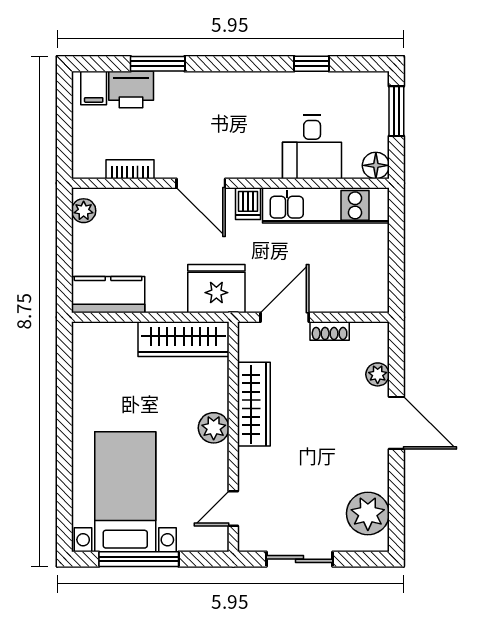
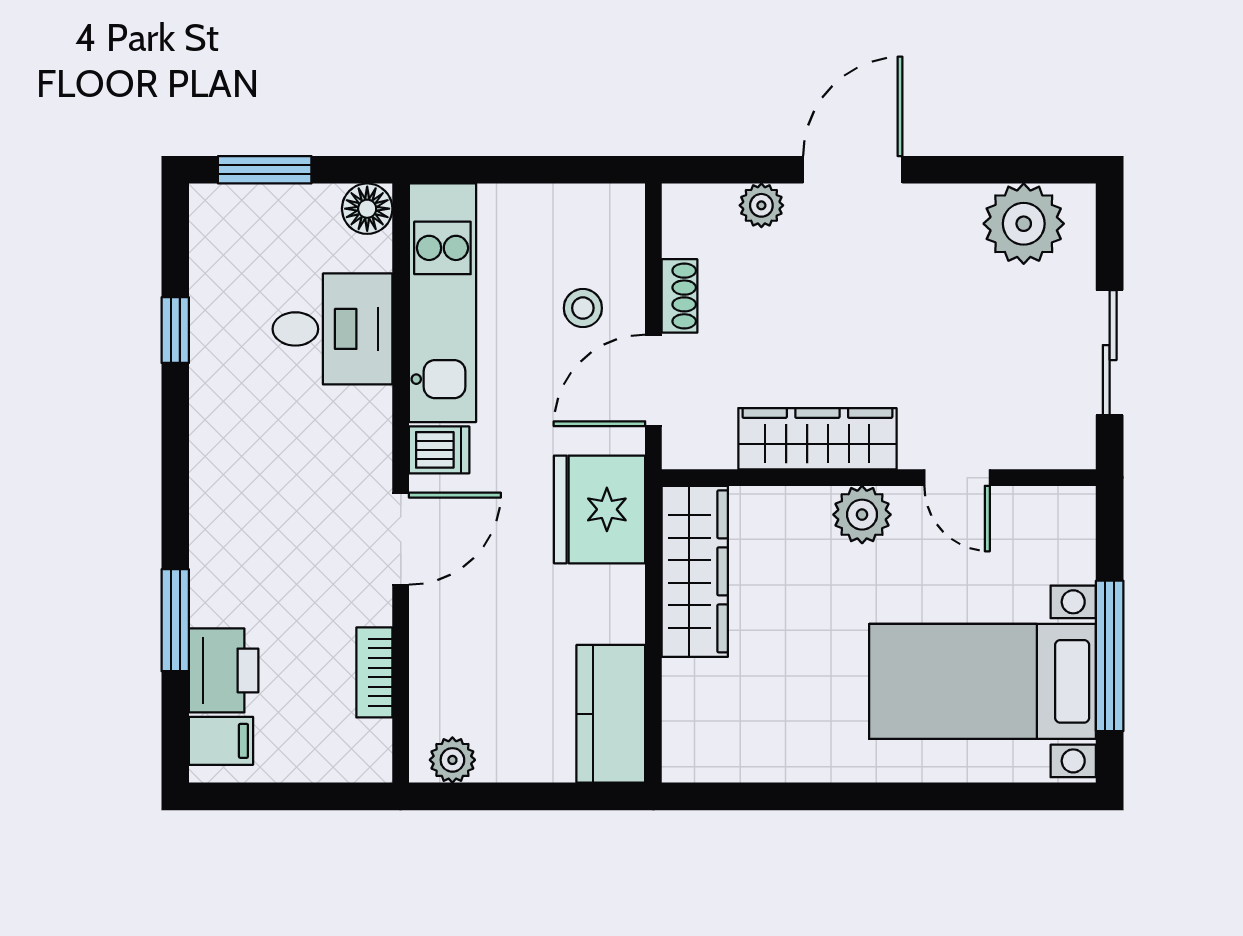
stool: (323, 280) -> (583, 308), added
door: (285, 317) -> (653, 380), hinge flipped
door: (233, 508) -> (957, 478), moved

